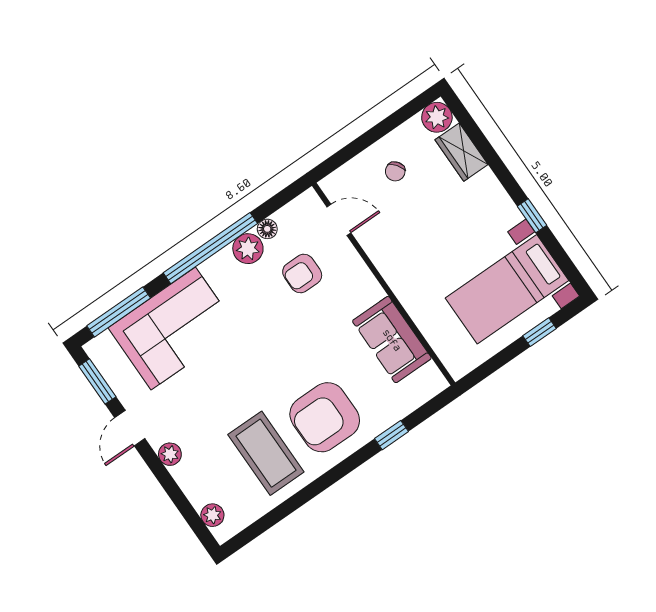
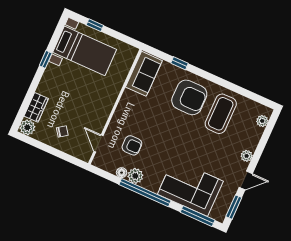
sofa: (392, 340) -> (144, 74), moved

